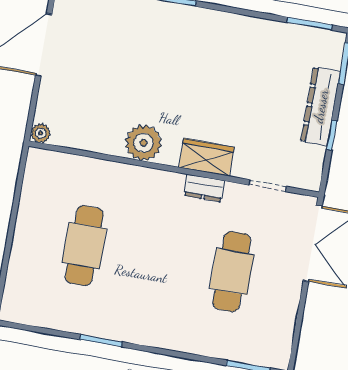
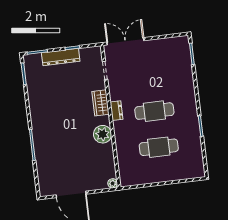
dresser: (204, 188) -> (116, 111), moved
cafe table: (232, 272) -> (154, 111), moved

